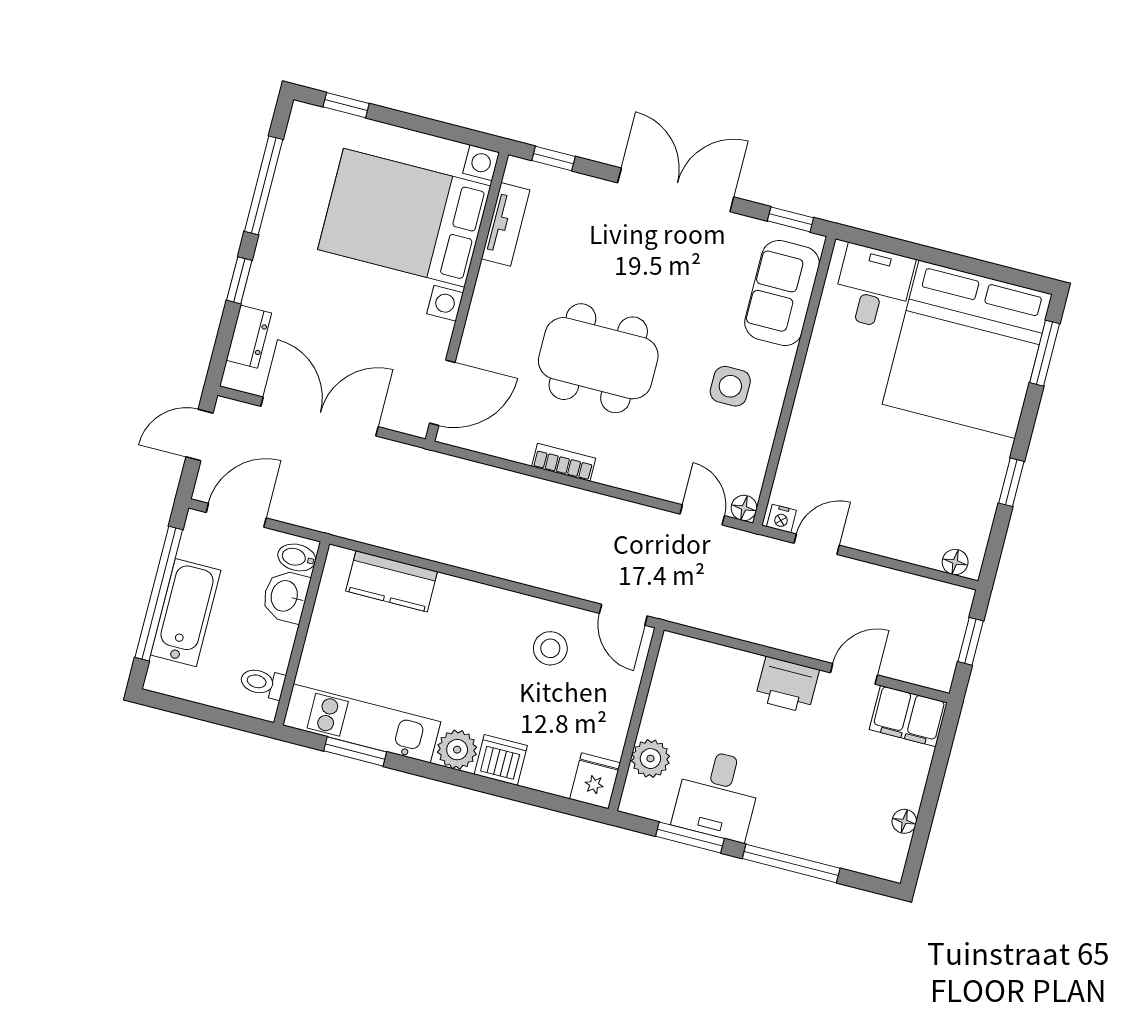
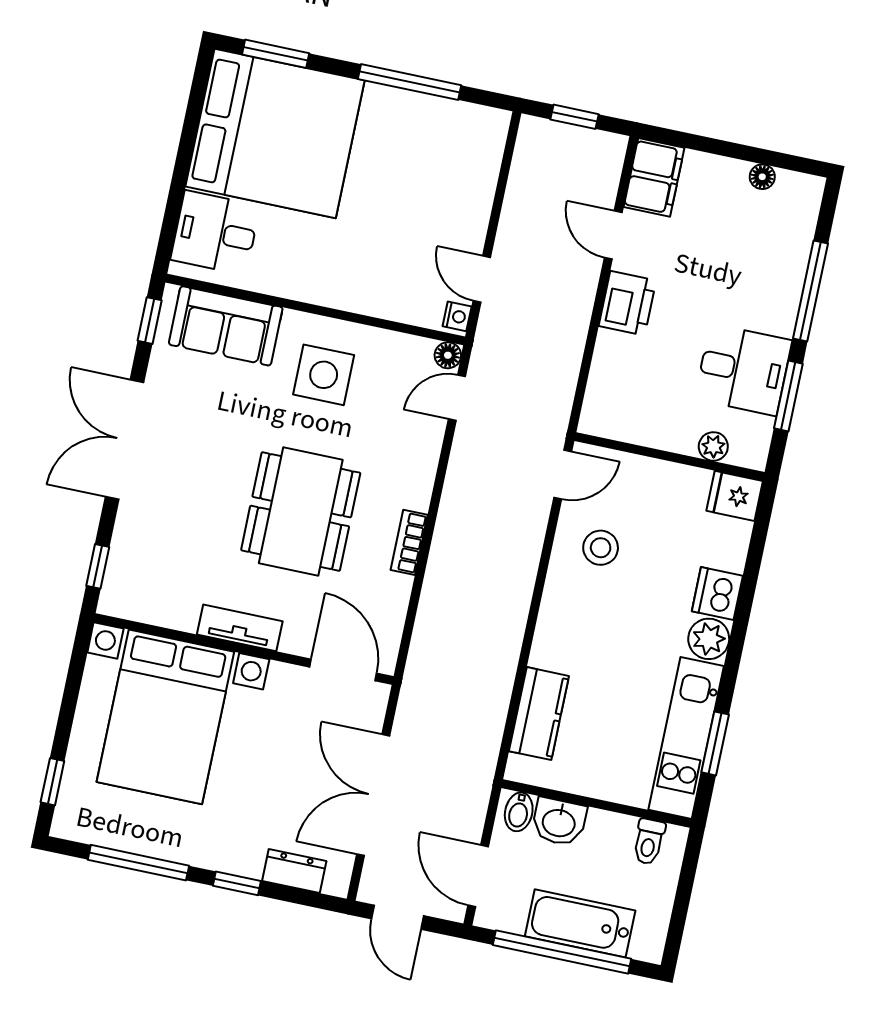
tv unit: (506, 224) -> (240, 628), moved
side table: (730, 386) -> (324, 375), width x1.37, depth x1.37
window: (1011, 482) -> (410, 82), width x2.17
floor lamp: (955, 562) -> (494, 136), removed
plant: (650, 759) -> (713, 446), width x0.73, depth x0.73

